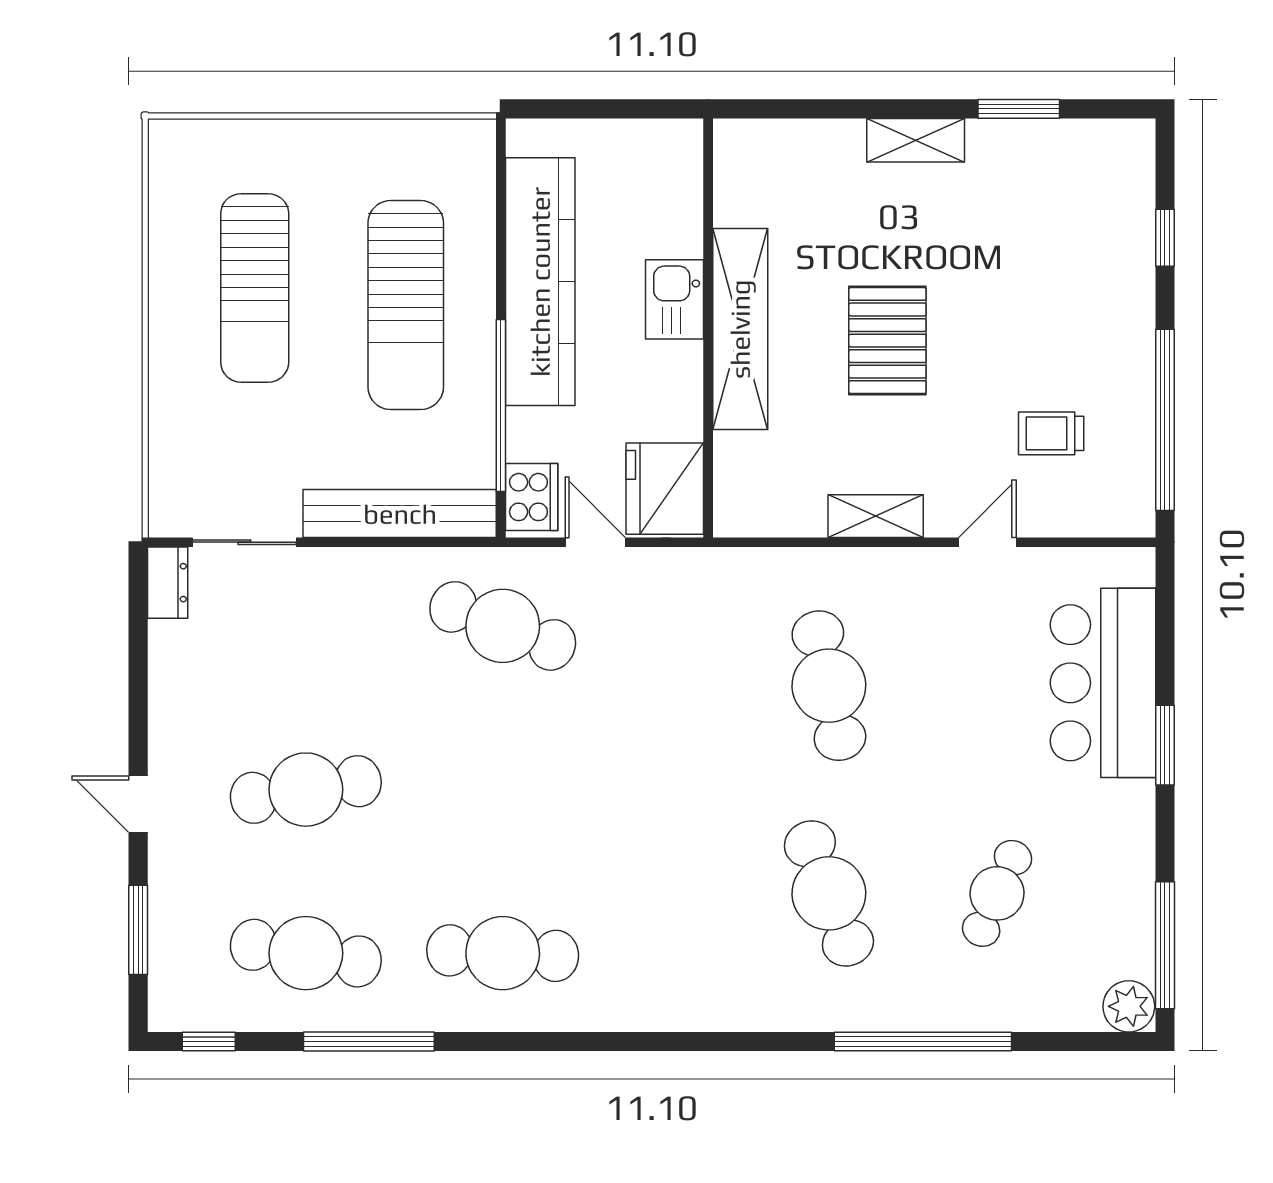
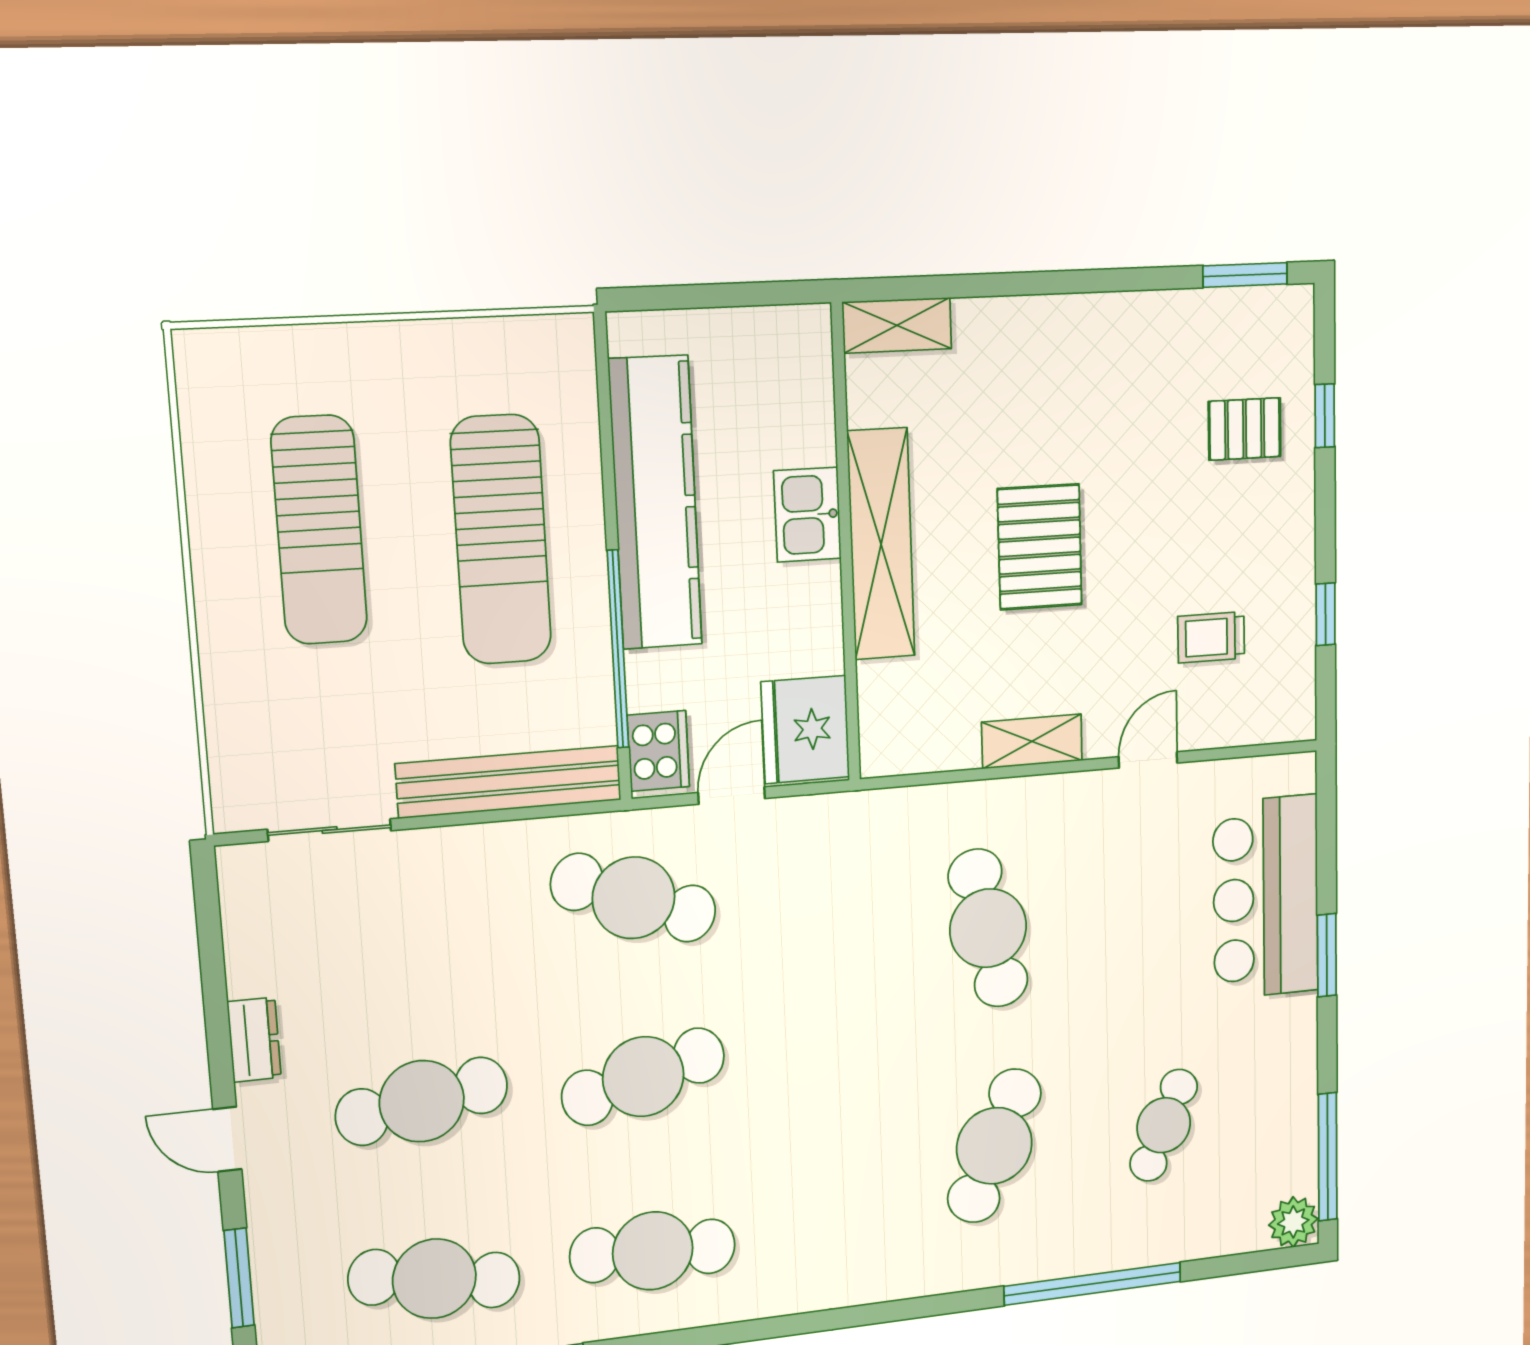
window: (1019, 109) -> (1245, 275), moved
shelving: (916, 140) -> (897, 325), moved
pallet: (1086, 246) -> (1245, 429), added
window: (1165, 420) -> (1326, 614), width x0.32
door: (595, 542) -> (732, 796), hinge flipped
dresser: (168, 583) -> (254, 1040), moved
cafe table: (503, 790) -> (643, 1077), added
cafe table: (829, 893) -> (994, 1146), turned 45

